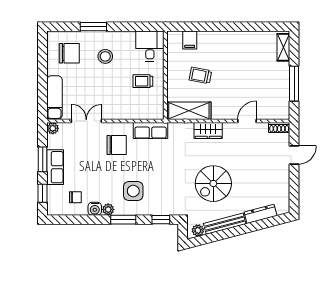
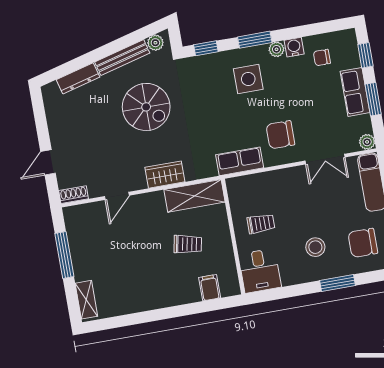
spiral stairs: (213, 184) -> (146, 107), turned 90

